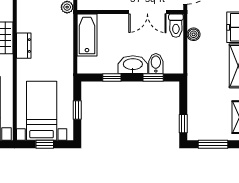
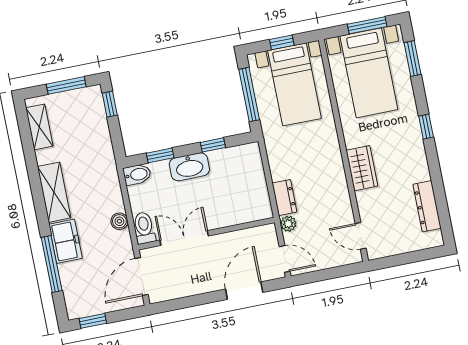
bathtub: (87, 35) -> (256, 193), removed
dresser: (24, 46) -> (284, 198), moved, turned 180
bidet: (156, 64) -> (137, 175), moved, turned -90
window: (77, 110) -> (249, 95), width x2.17

